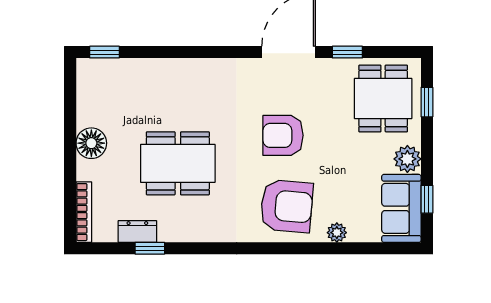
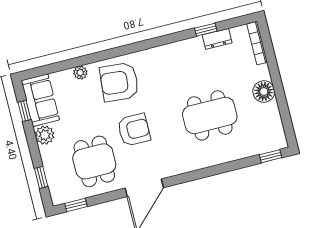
window: (347, 52) -> (76, 205), moved
dining table: (383, 98) -> (94, 161), moved
dining table: (178, 163) -> (210, 115), moved

